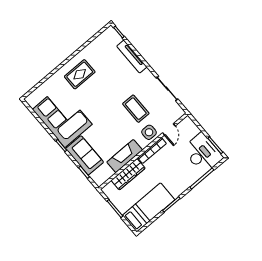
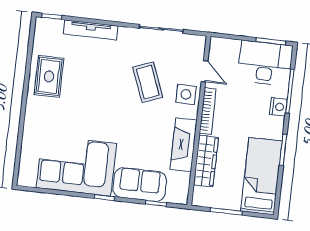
rug: (80, 74) -> (49, 76), moved
coffee table: (136, 109) -> (148, 82), turned 69
nightstand: (189, 181) -> (278, 107), added

